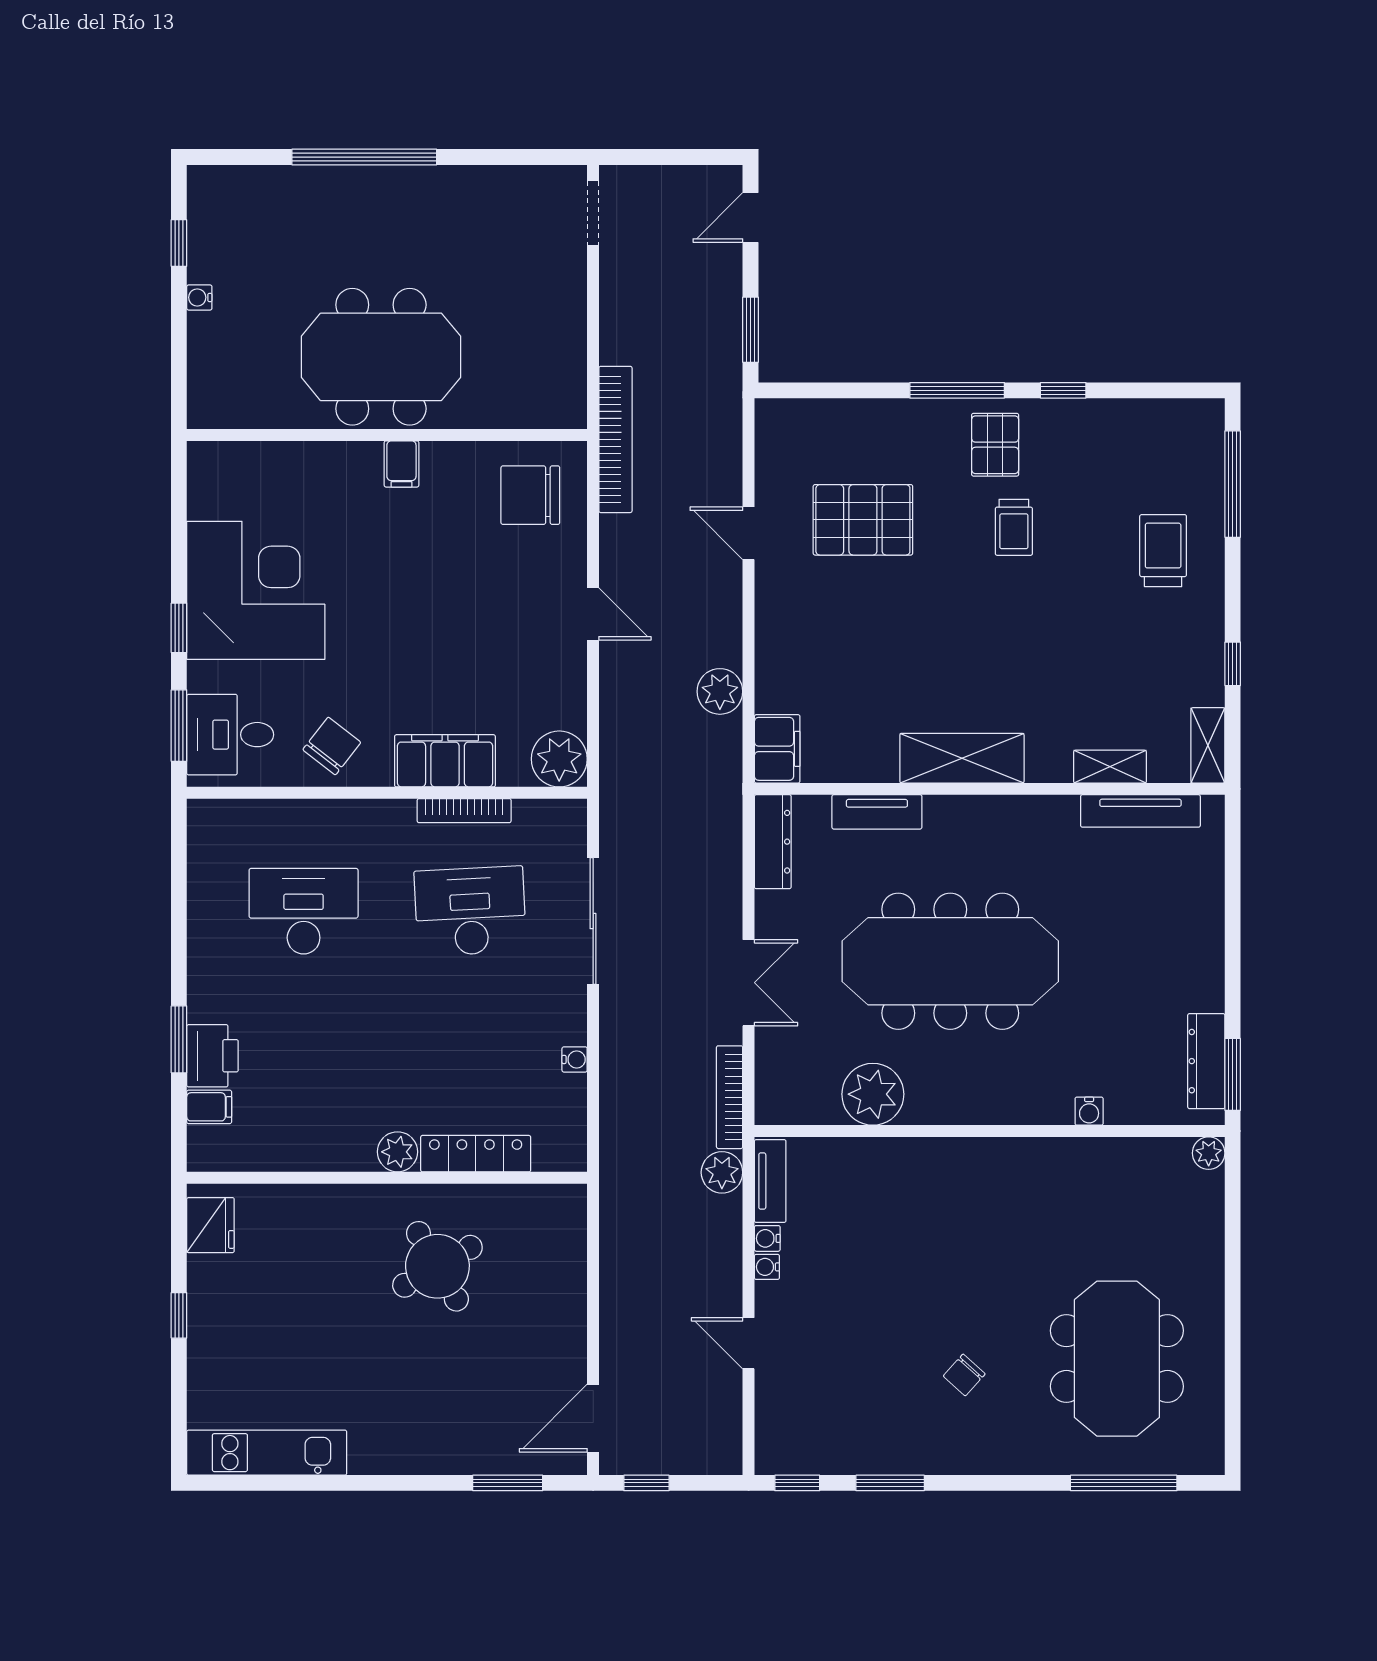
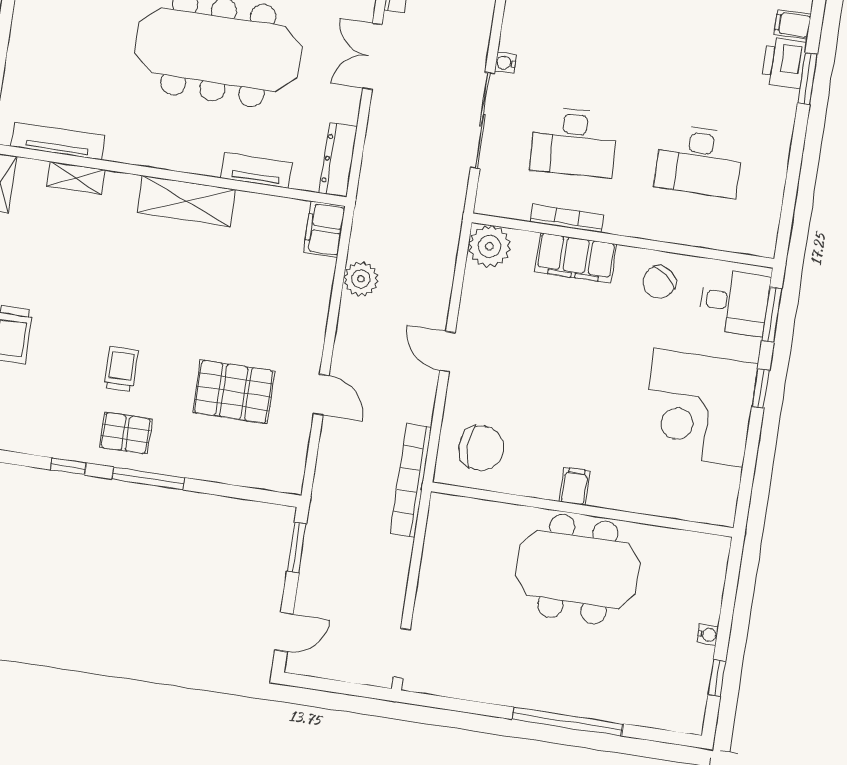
pallet: (995, 445) -> (126, 433), turned 90
water cooler: (575, 1059) -> (505, 63), moved

